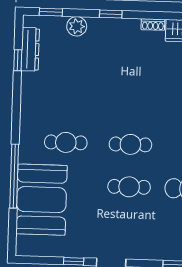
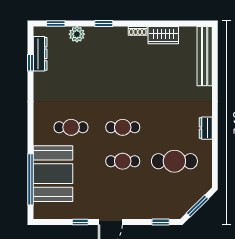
window: (14, 176) -> (31, 179), moved

